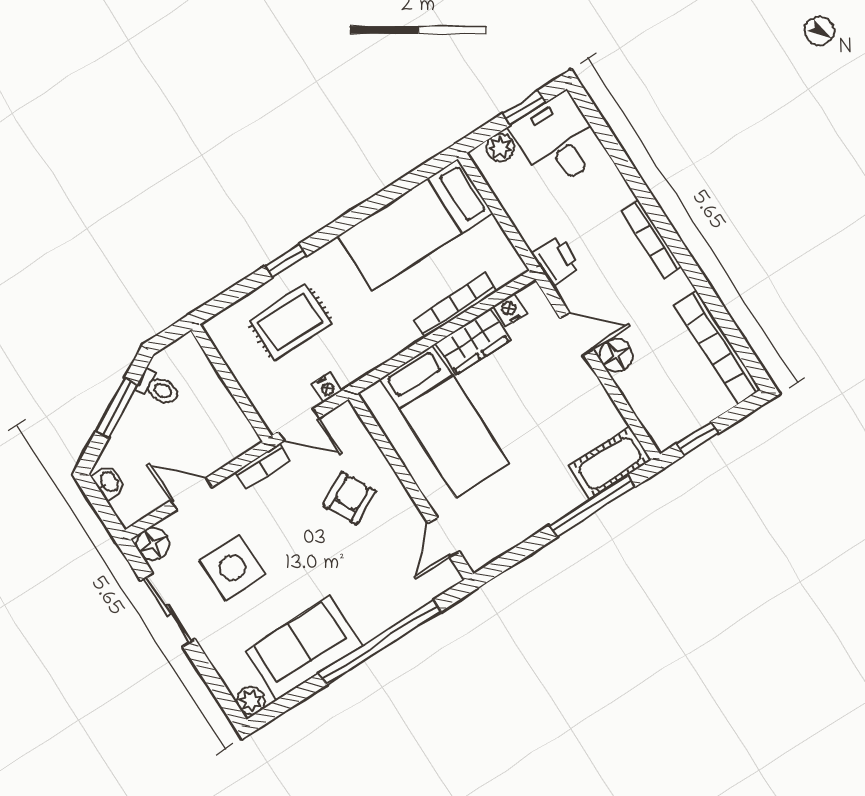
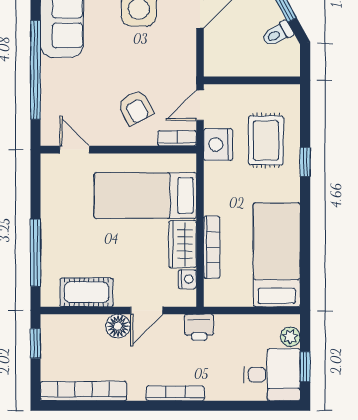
nightstand: (327, 388) -> (218, 145), width x1.89, depth x1.79
cot: (610, 463) -> (86, 292), moved, turned 90
bookcase: (262, 467) -> (177, 138), moved, turned 90

